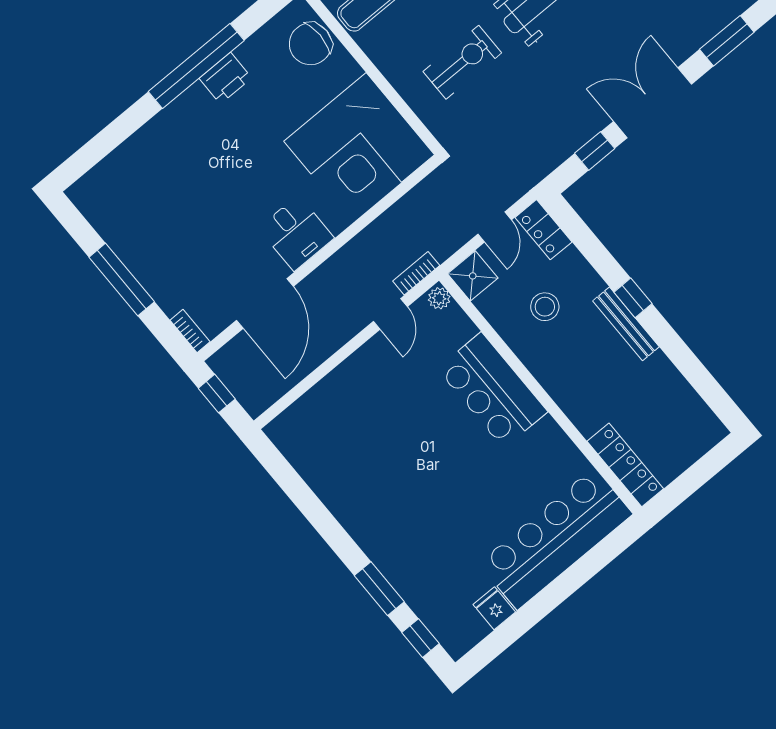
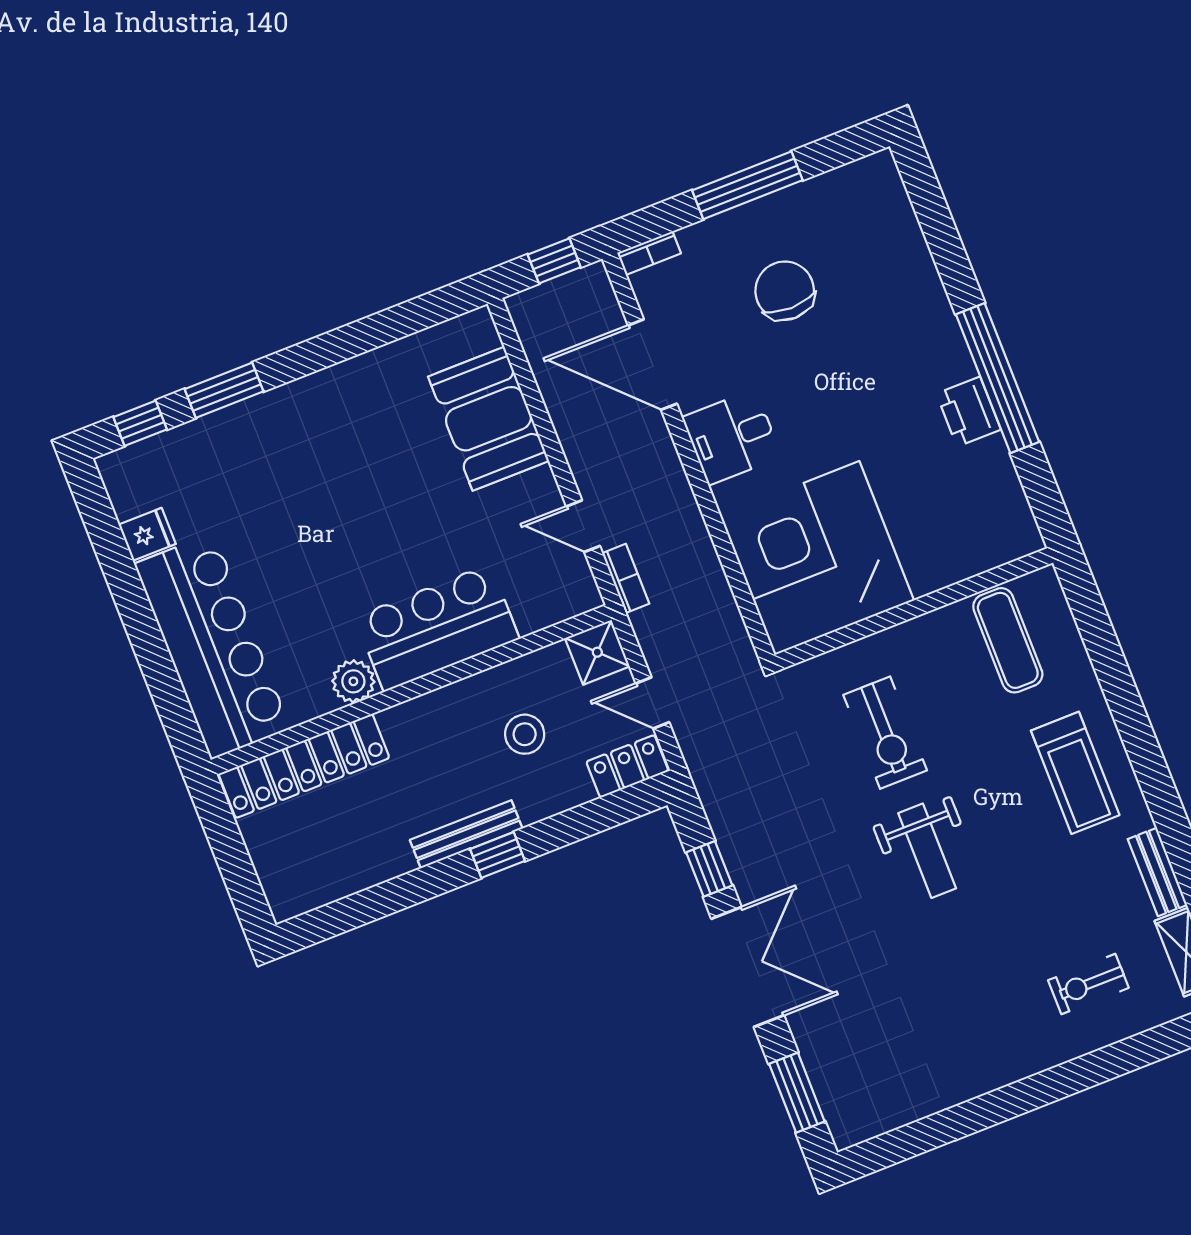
chair: (310, 44) -> (785, 291), moved
plant: (439, 298) -> (353, 681), moved, width x1.38, depth x1.38
booth: (339, 403) -> (489, 419), added
locker: (625, 465) -> (304, 766), width x1.41, depth x1.21

